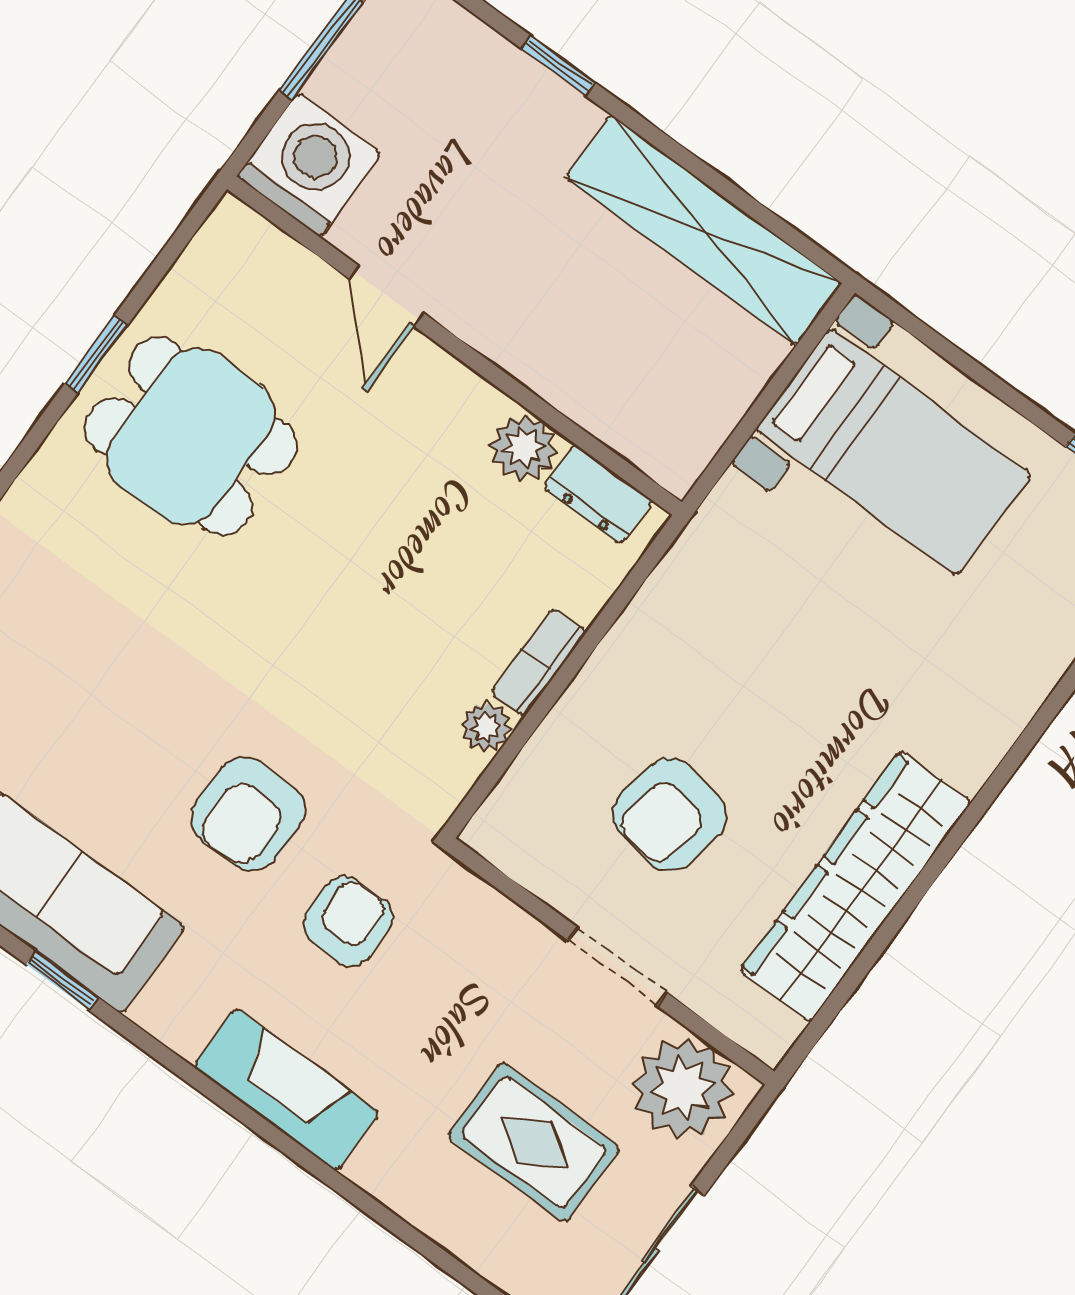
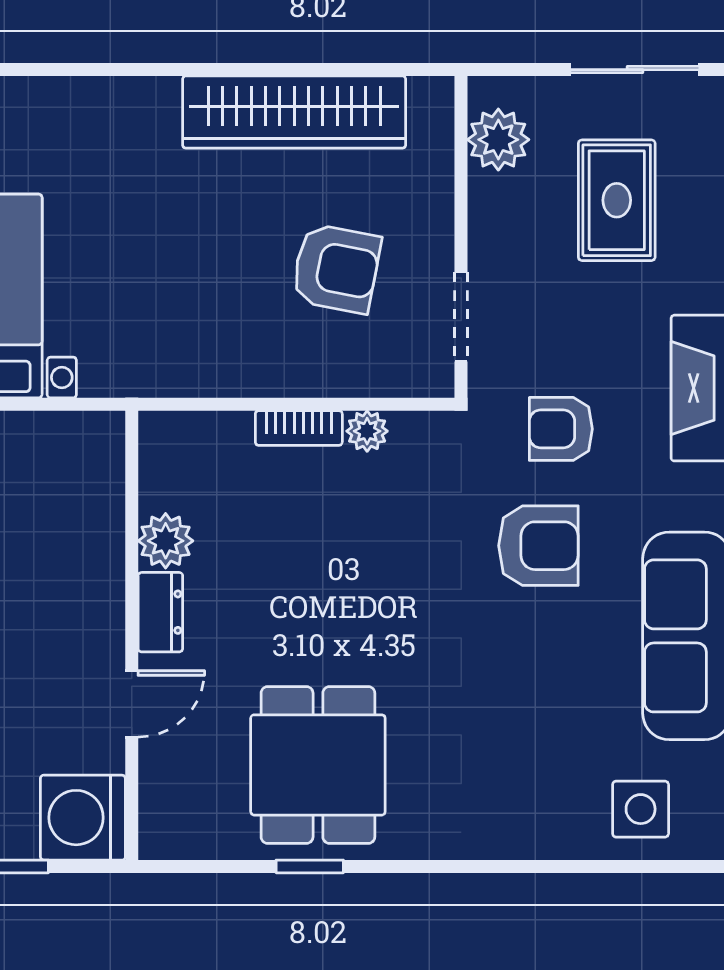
dresser: (598, 495) -> (160, 612), moved
doorway: (617, 966) -> (461, 317), moved
plant: (683, 1088) -> (498, 140), width x0.73, depth x0.73

